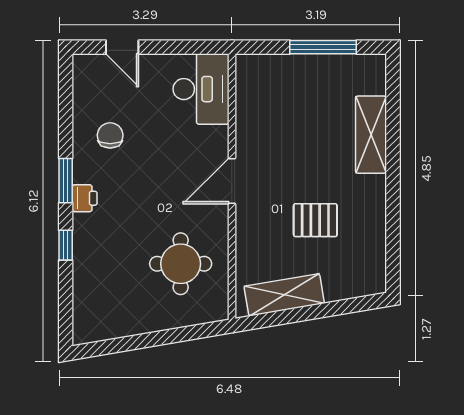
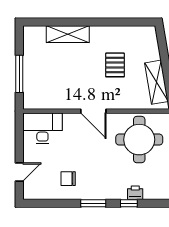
window: (323, 47) -> (19, 74), moved
printer: (85, 198) -> (135, 193), moved
round table: (181, 264) -> (139, 140), width x1.36, depth x1.36

